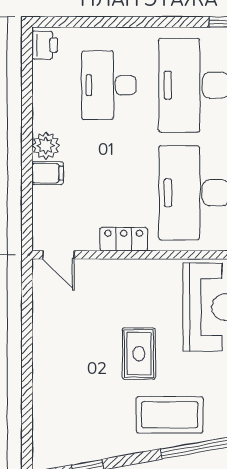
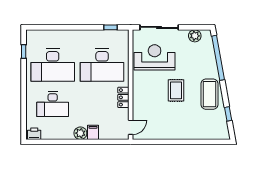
rug: (139, 354) -> (176, 90), turned 90
coffee table: (170, 415) -> (210, 94), moved

